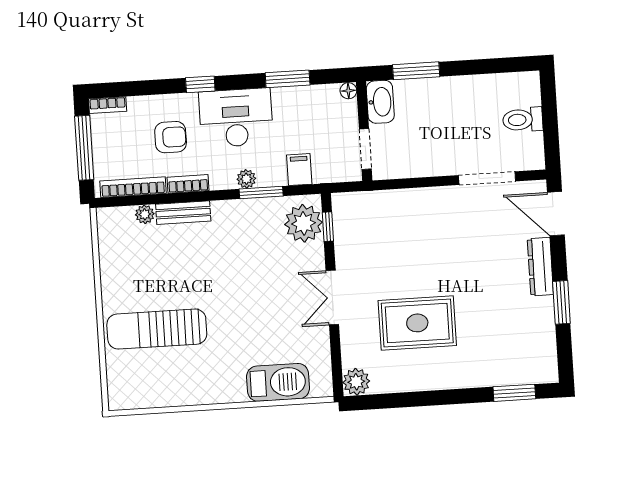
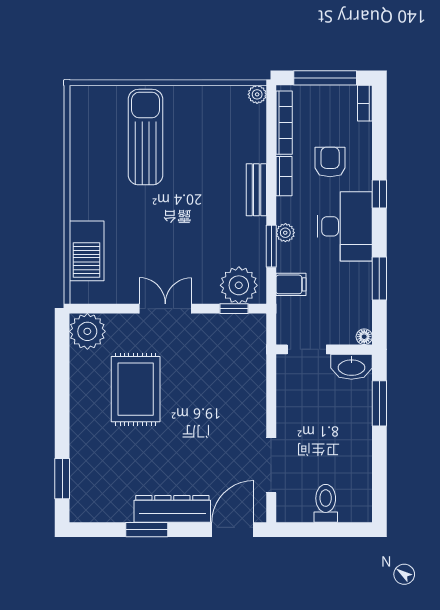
armchair: (171, 137) -> (330, 162), turned 180
bench: (183, 213) -> (256, 190), moved
plant: (145, 214) -> (257, 94), moved
dresser: (540, 267) -> (172, 509), width x1.37, depth x1.24
plant: (356, 382) -> (87, 331), width x1.36, depth x1.36

